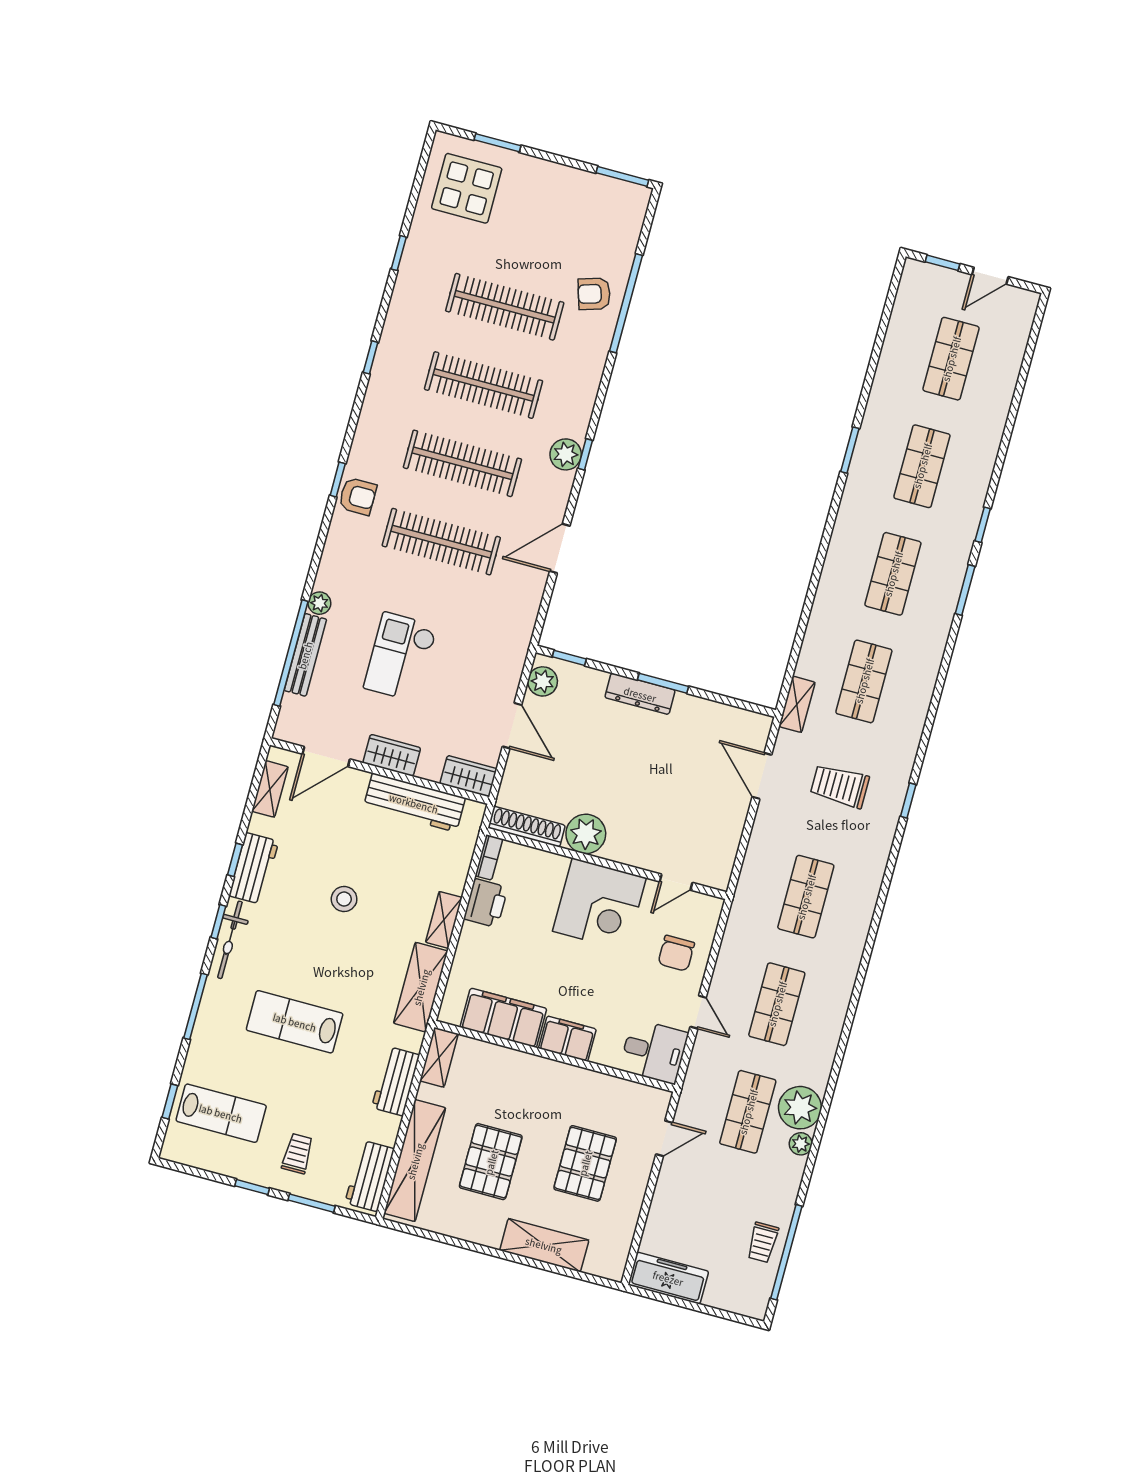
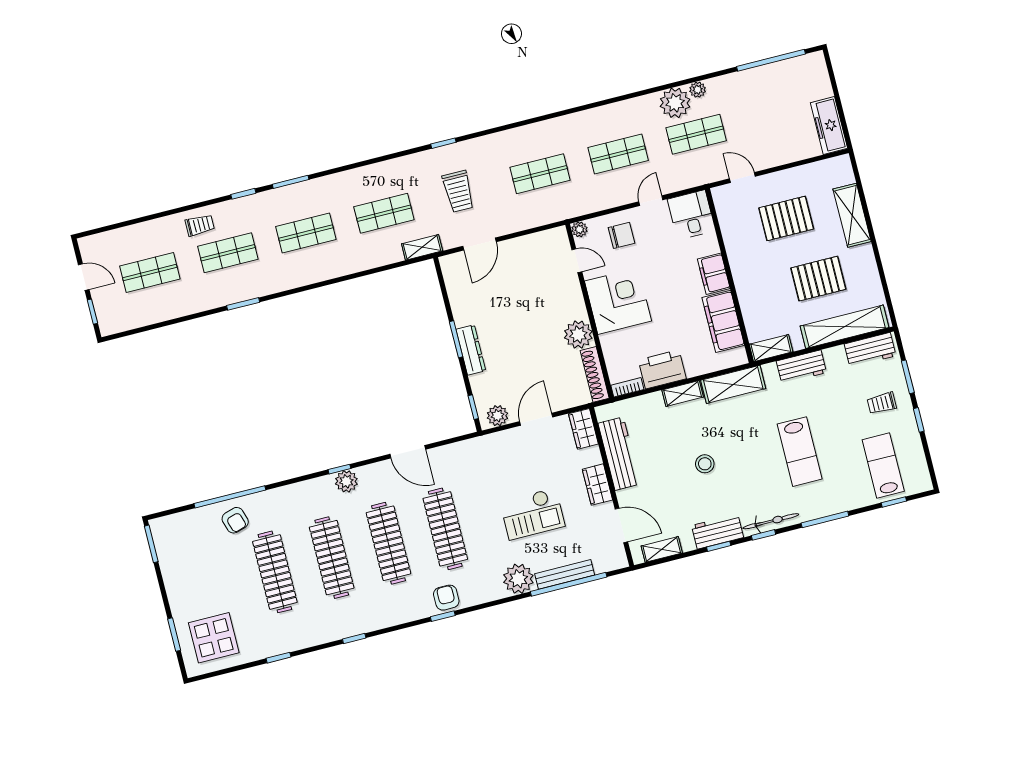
plant: (319, 603) -> (518, 579), width x1.87, depth x1.87
printer: (486, 903) -> (662, 369), width x1.37, depth x1.19
plant: (712, 907) -> (580, 229), added
trolley: (763, 1242) -> (200, 225), moved

